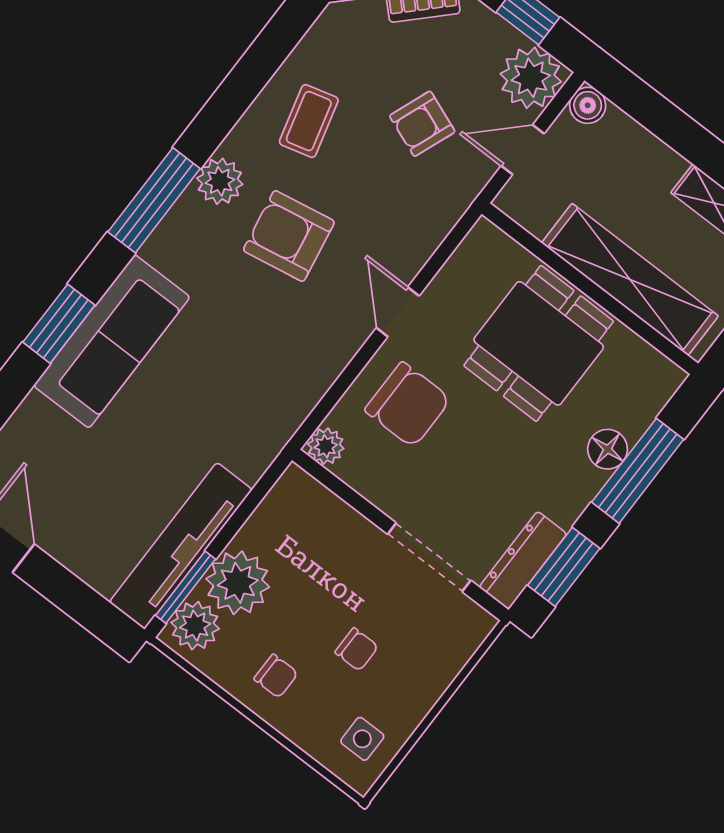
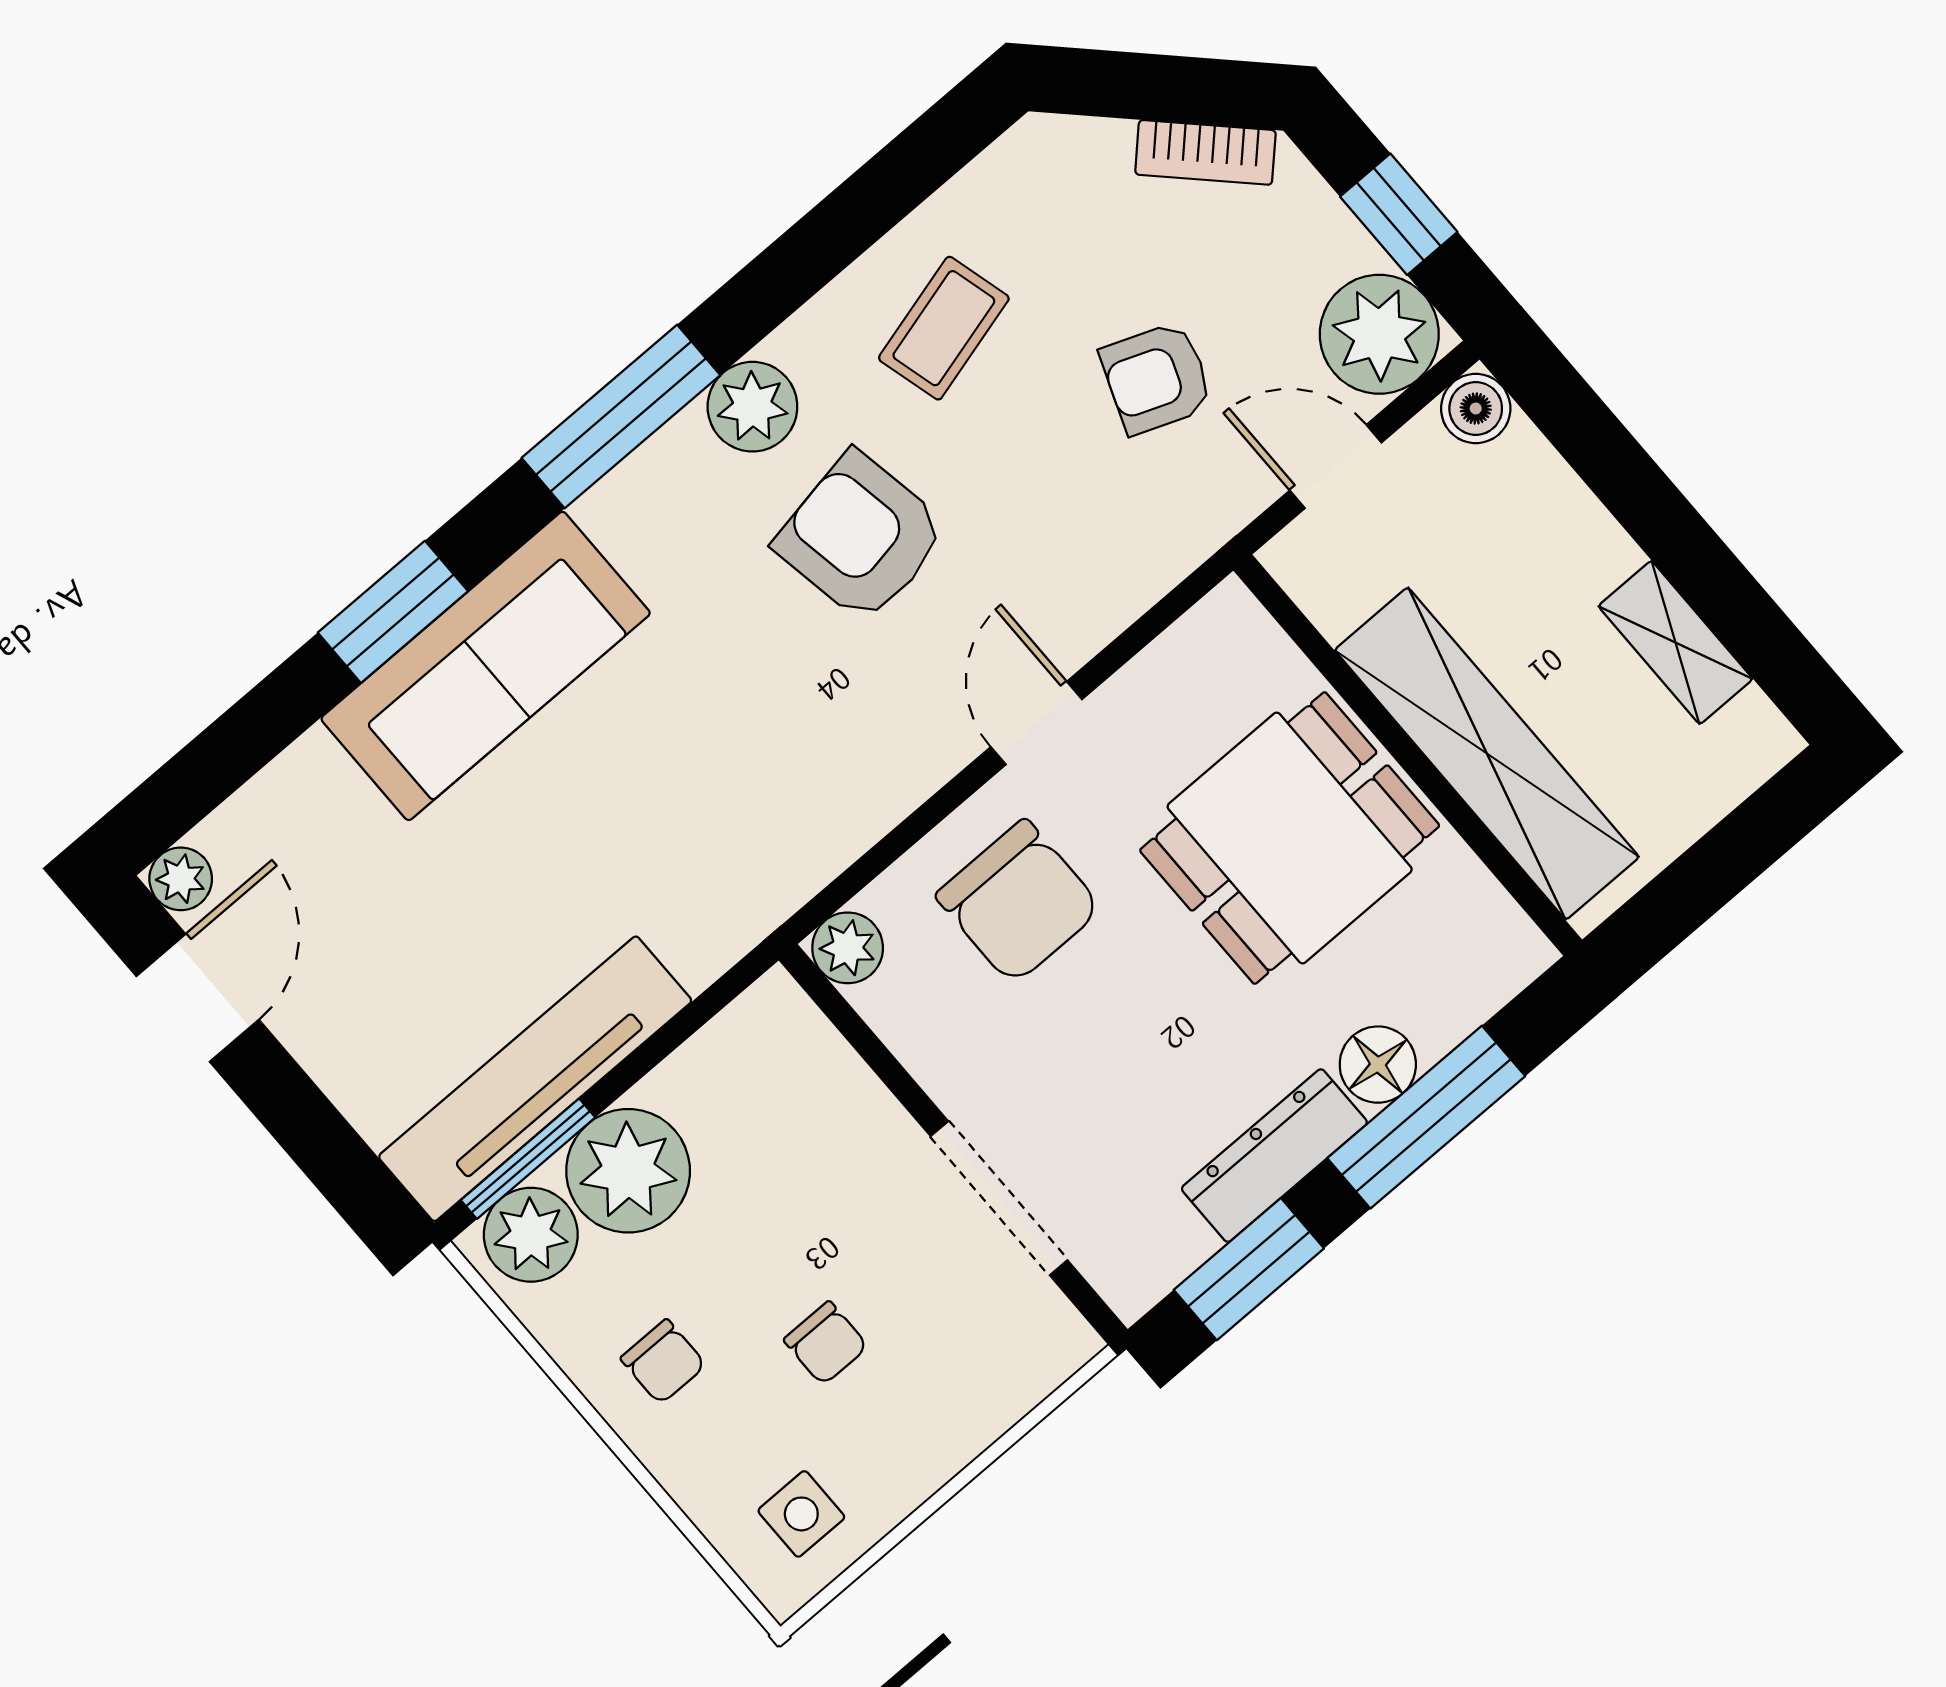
dresser: (523, 560) -> (1274, 1156), moved

